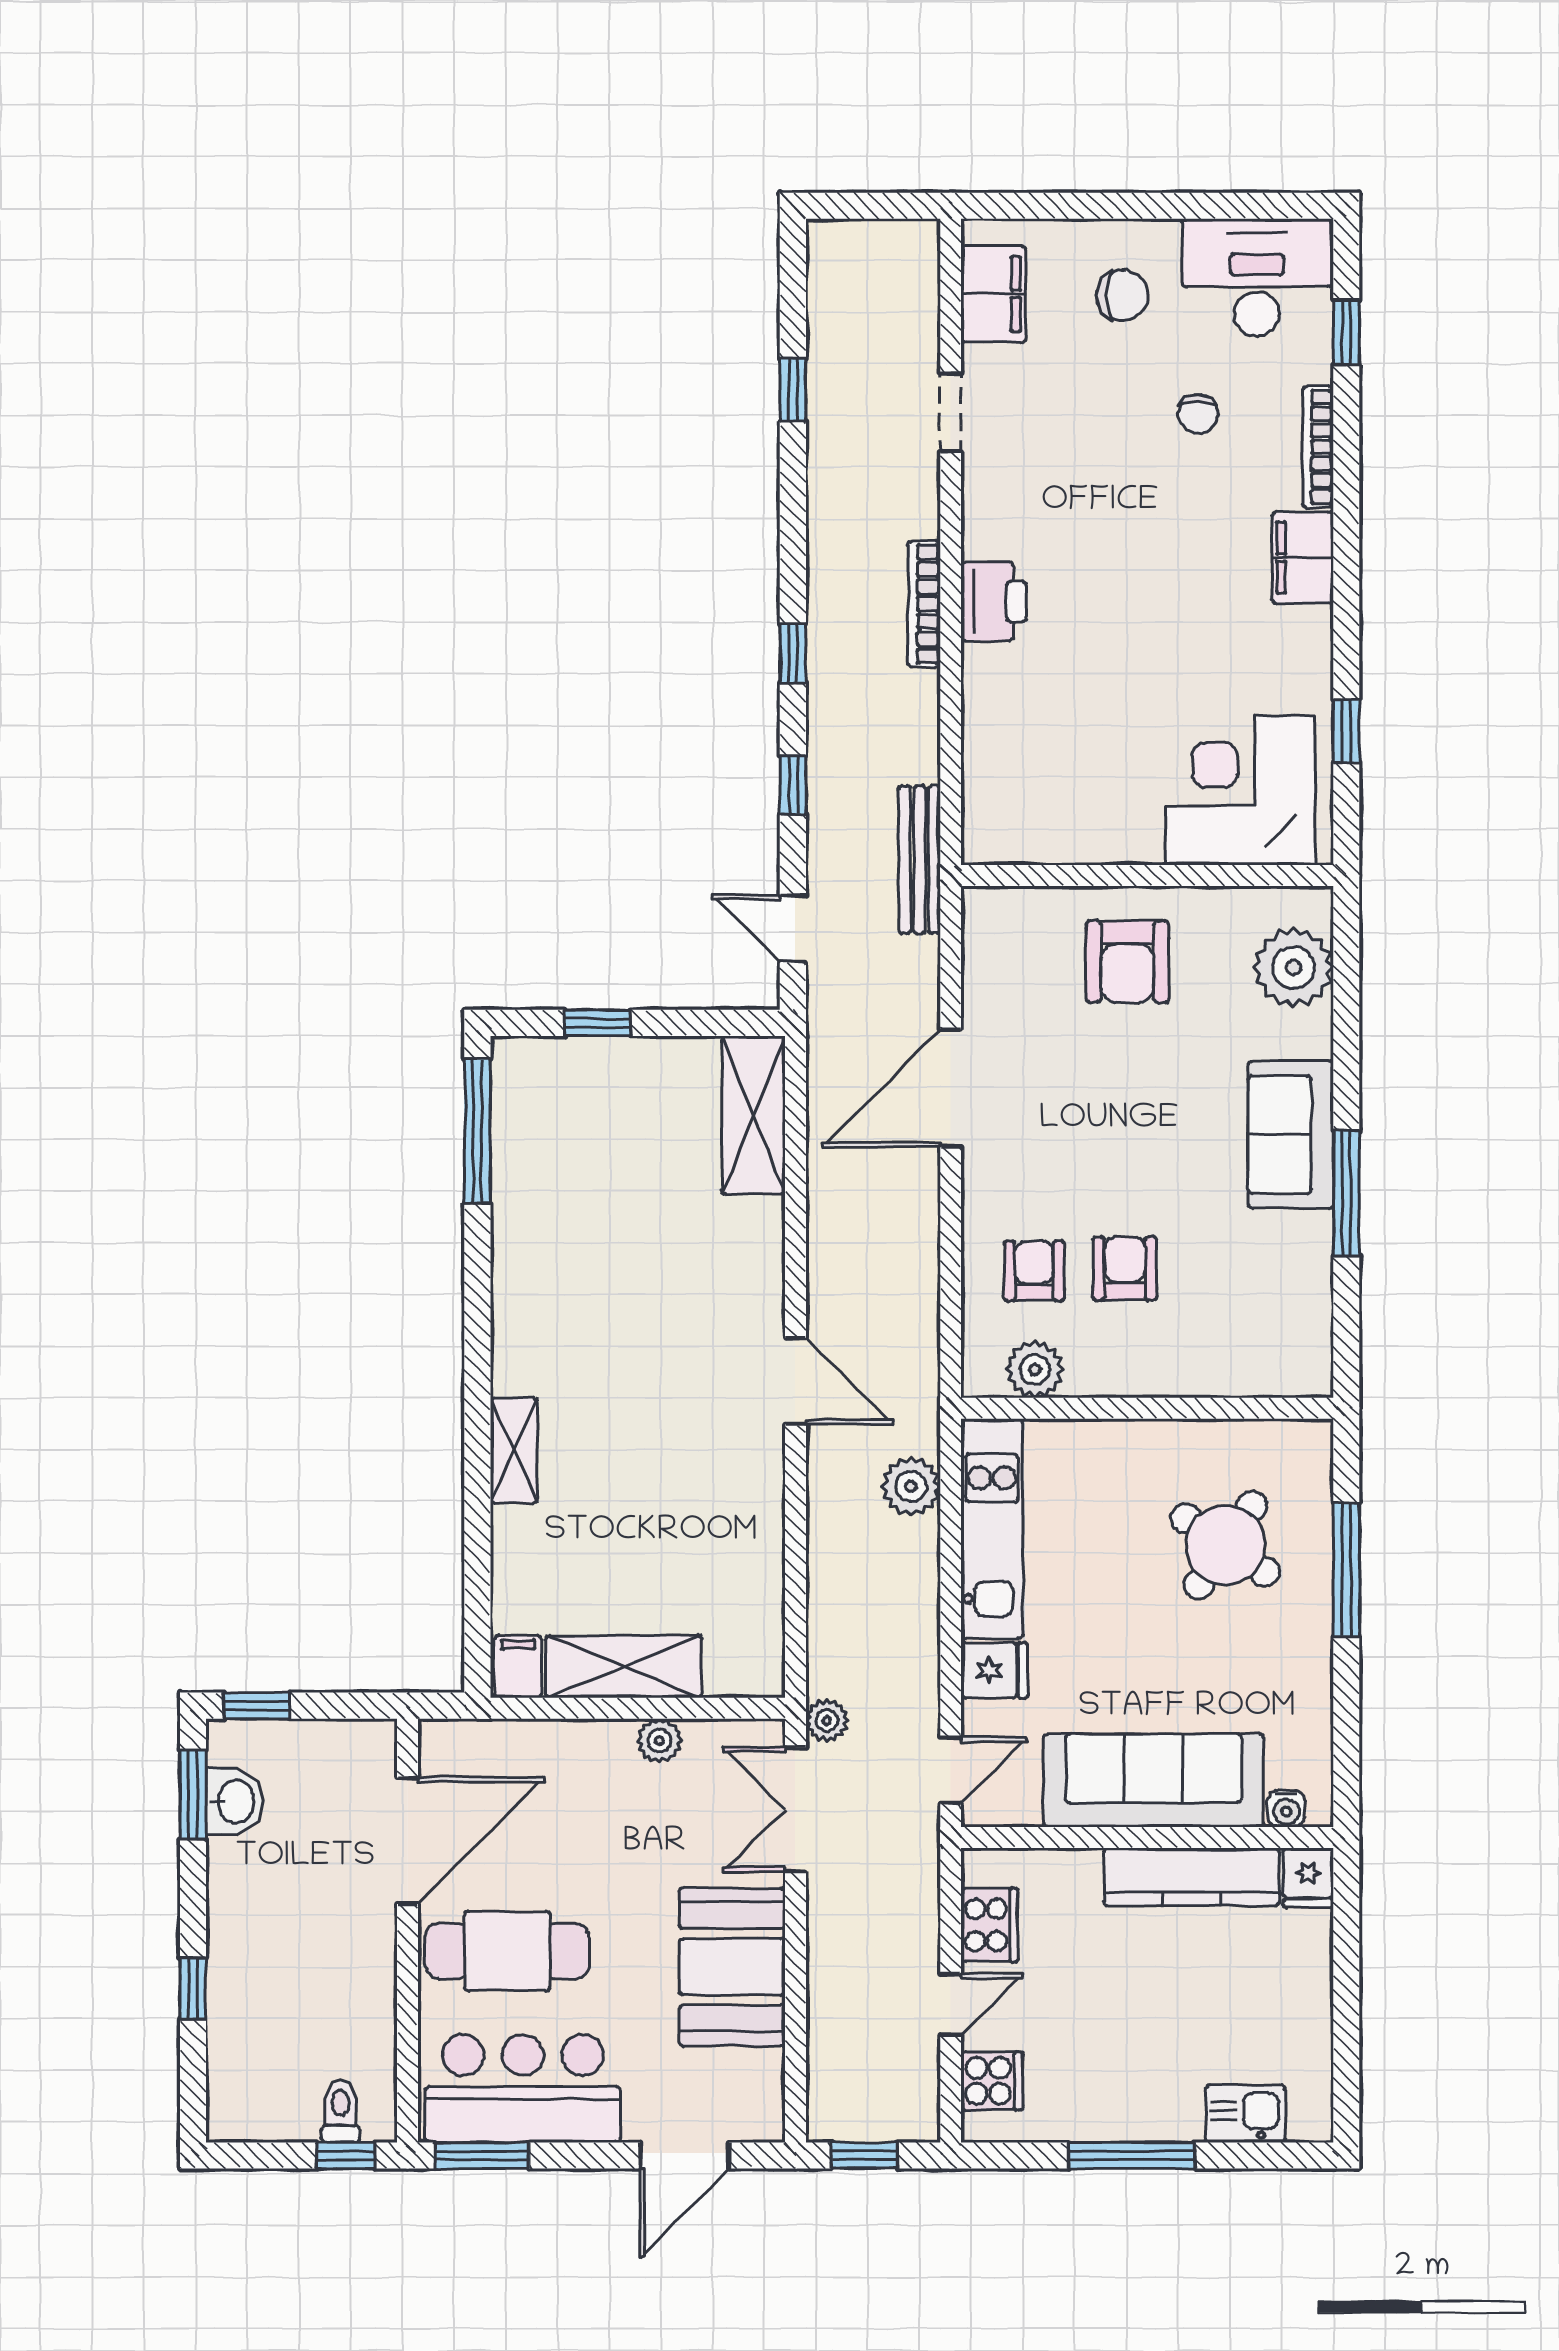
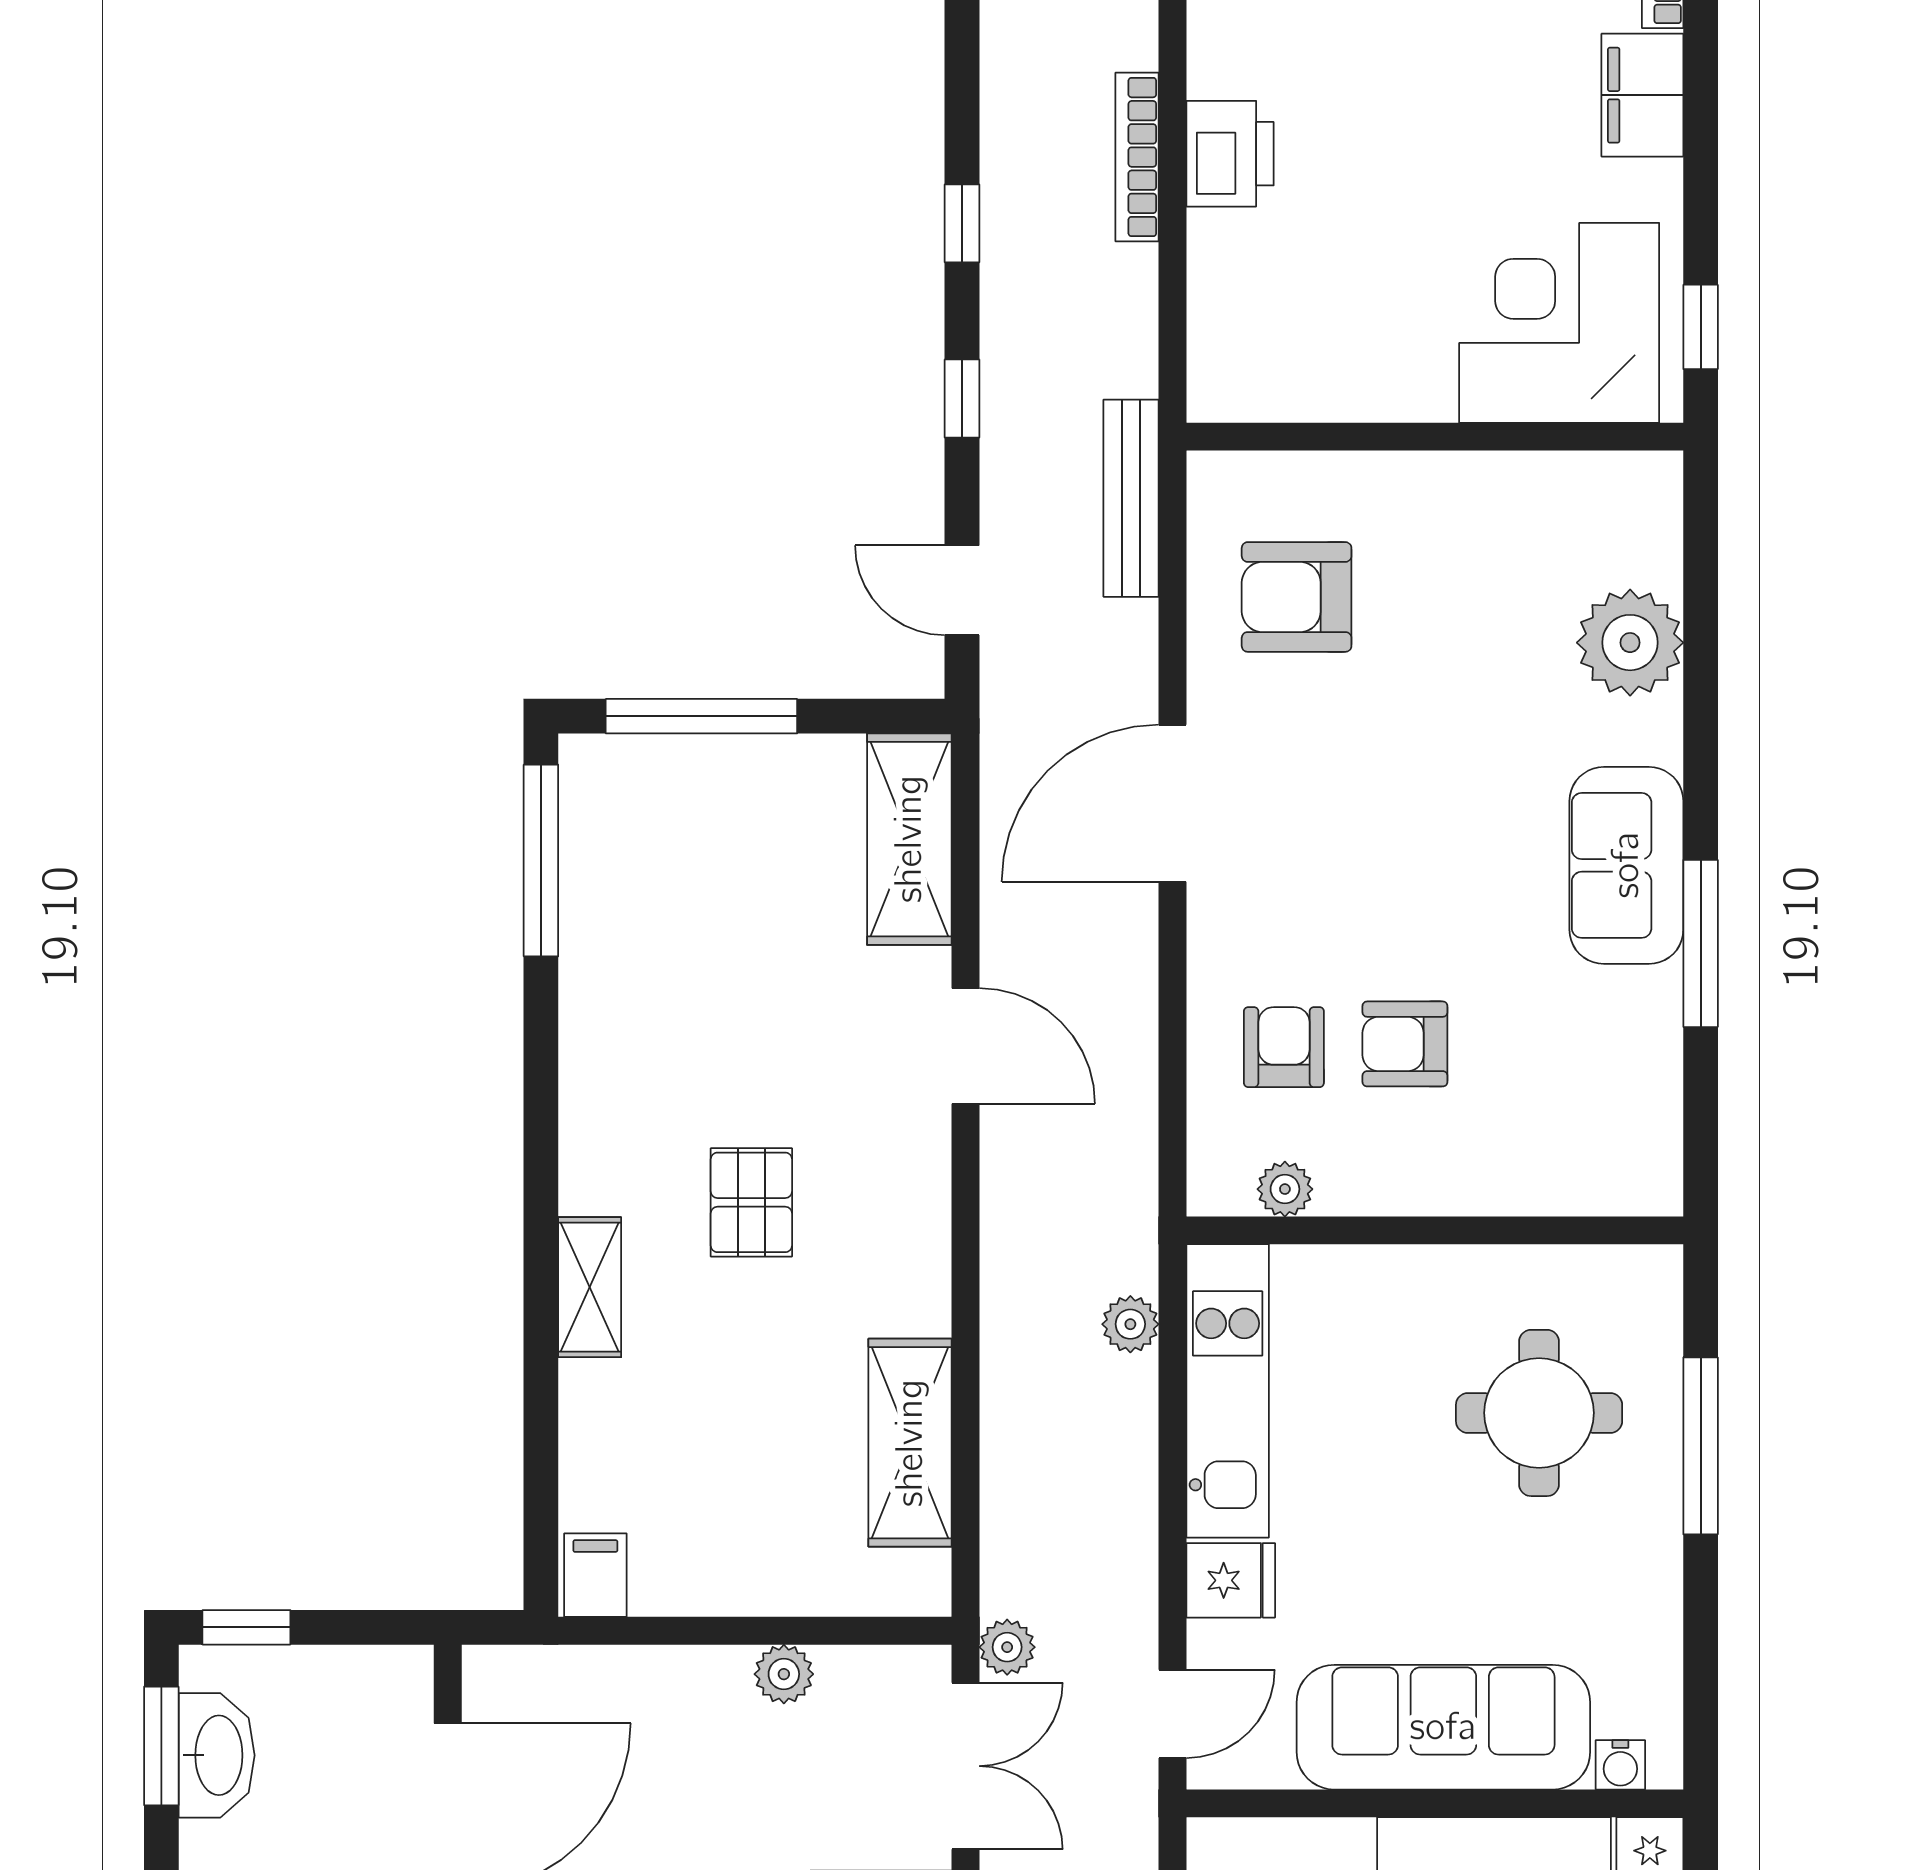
corner desk: (1240, 790) -> (1559, 323), moved
wall: (1147, 875) -> (1435, 437), moved
armchair: (1127, 962) -> (1297, 597), moved, turned 90
window: (598, 1023) -> (701, 716), width x2.17
armchair: (1125, 1268) -> (1405, 1044), turned -90
plant: (1035, 1369) -> (1285, 1189), width x0.73, depth x0.73
door: (795, 1381) -> (965, 1046), moved
pallet: (635, 1387) -> (751, 1202), added
plant: (911, 1486) -> (1130, 1324), width x0.73, depth x0.73
round table: (1225, 1545) -> (1539, 1413), turned -34
shelving: (624, 1667) -> (910, 1443), moved, turned 90
washbasin: (234, 1801) -> (217, 1755), width x1.38
double door: (795, 1809) -> (965, 1766), swing flipped

